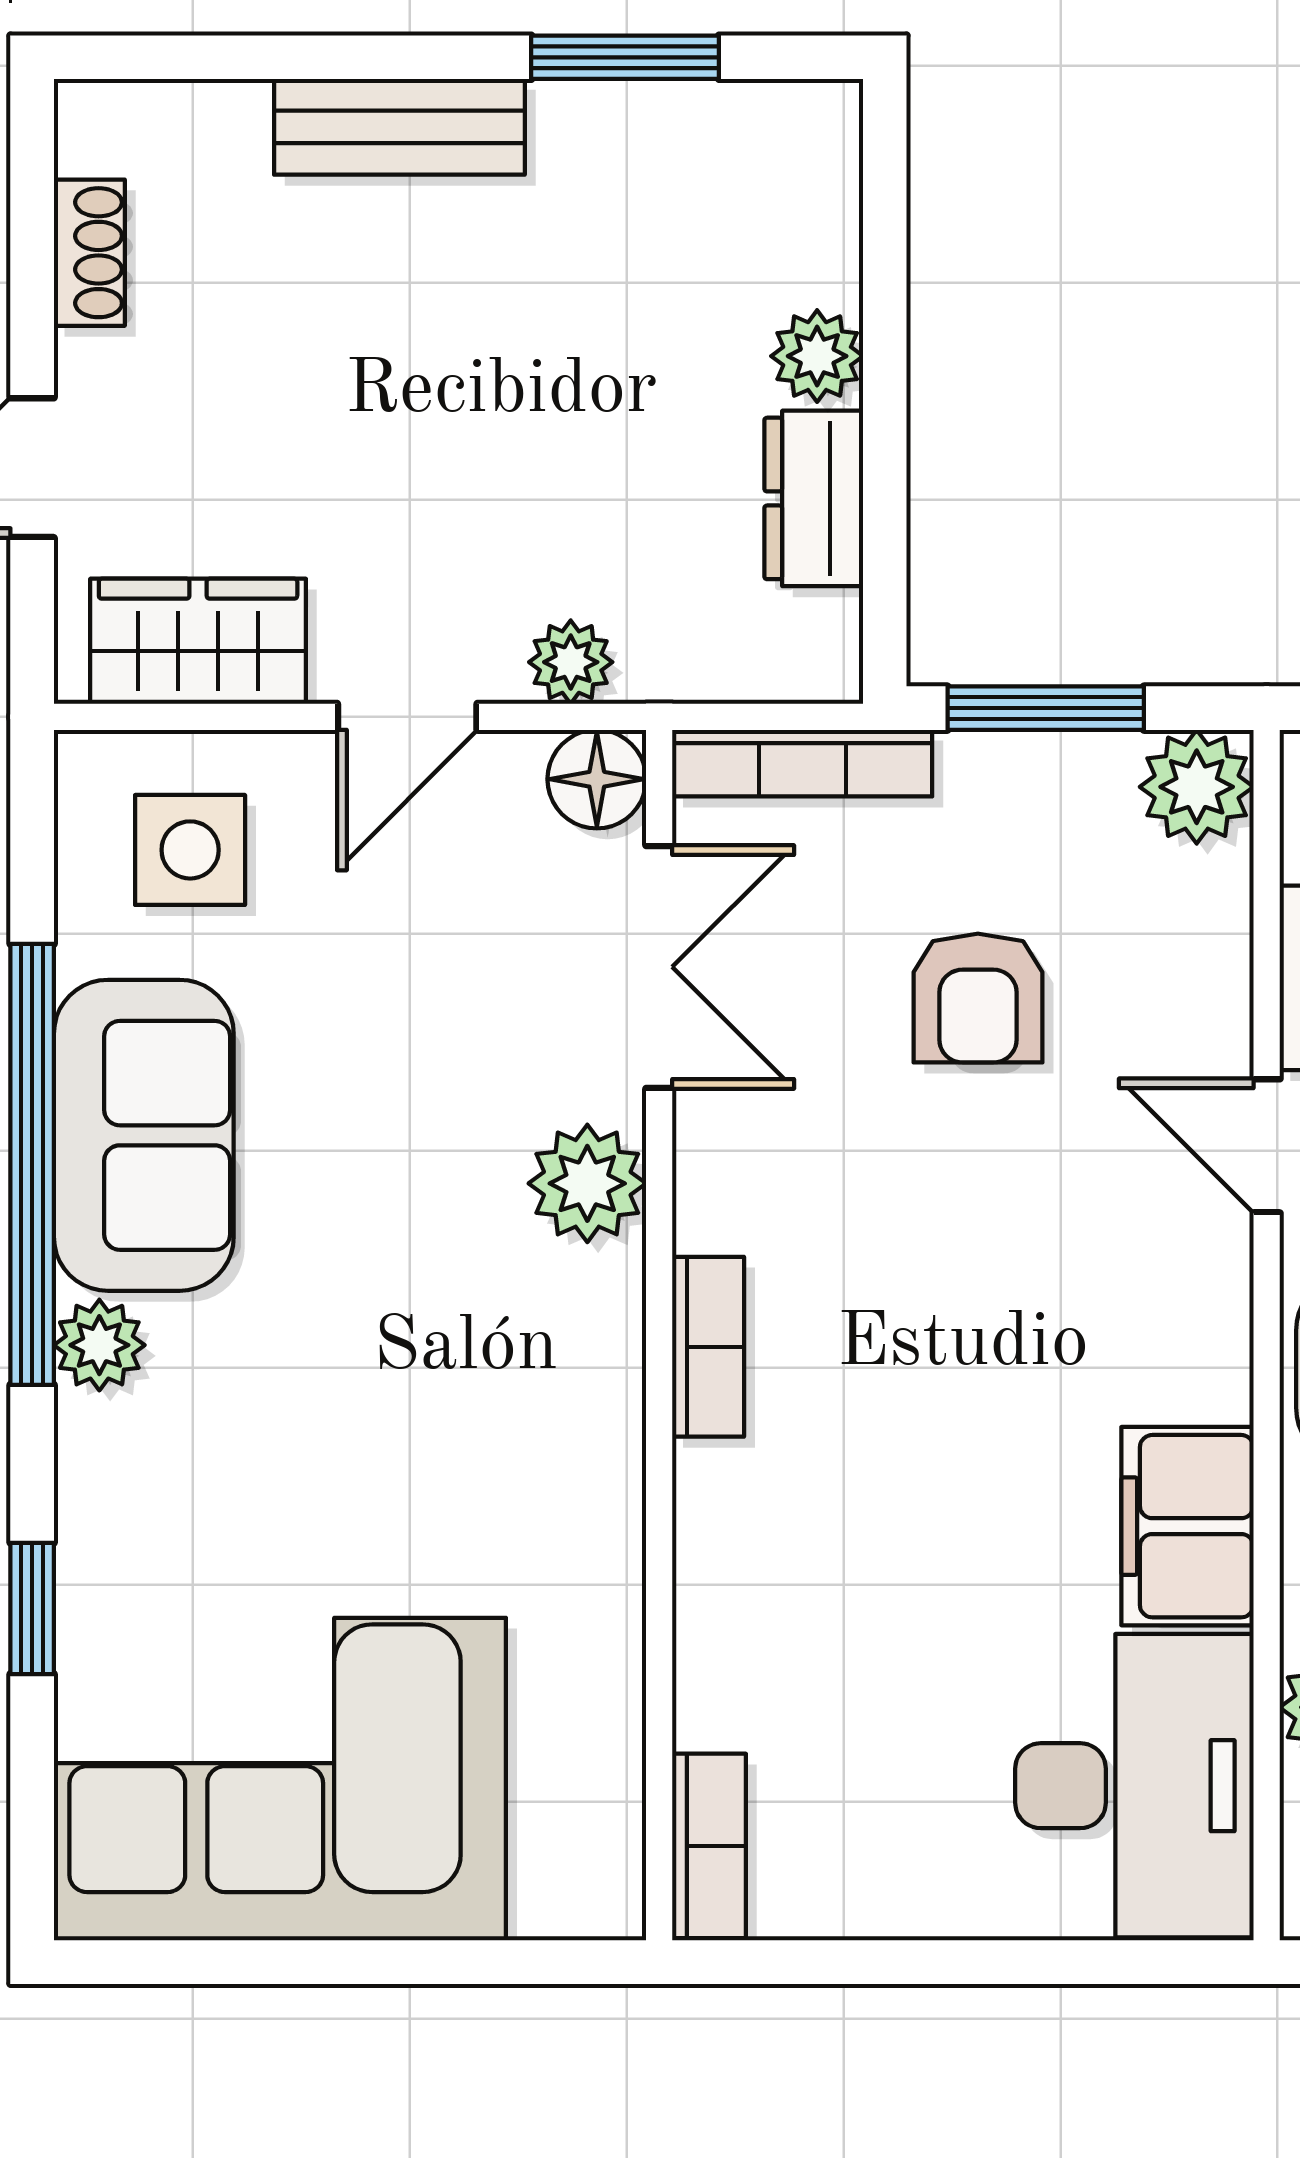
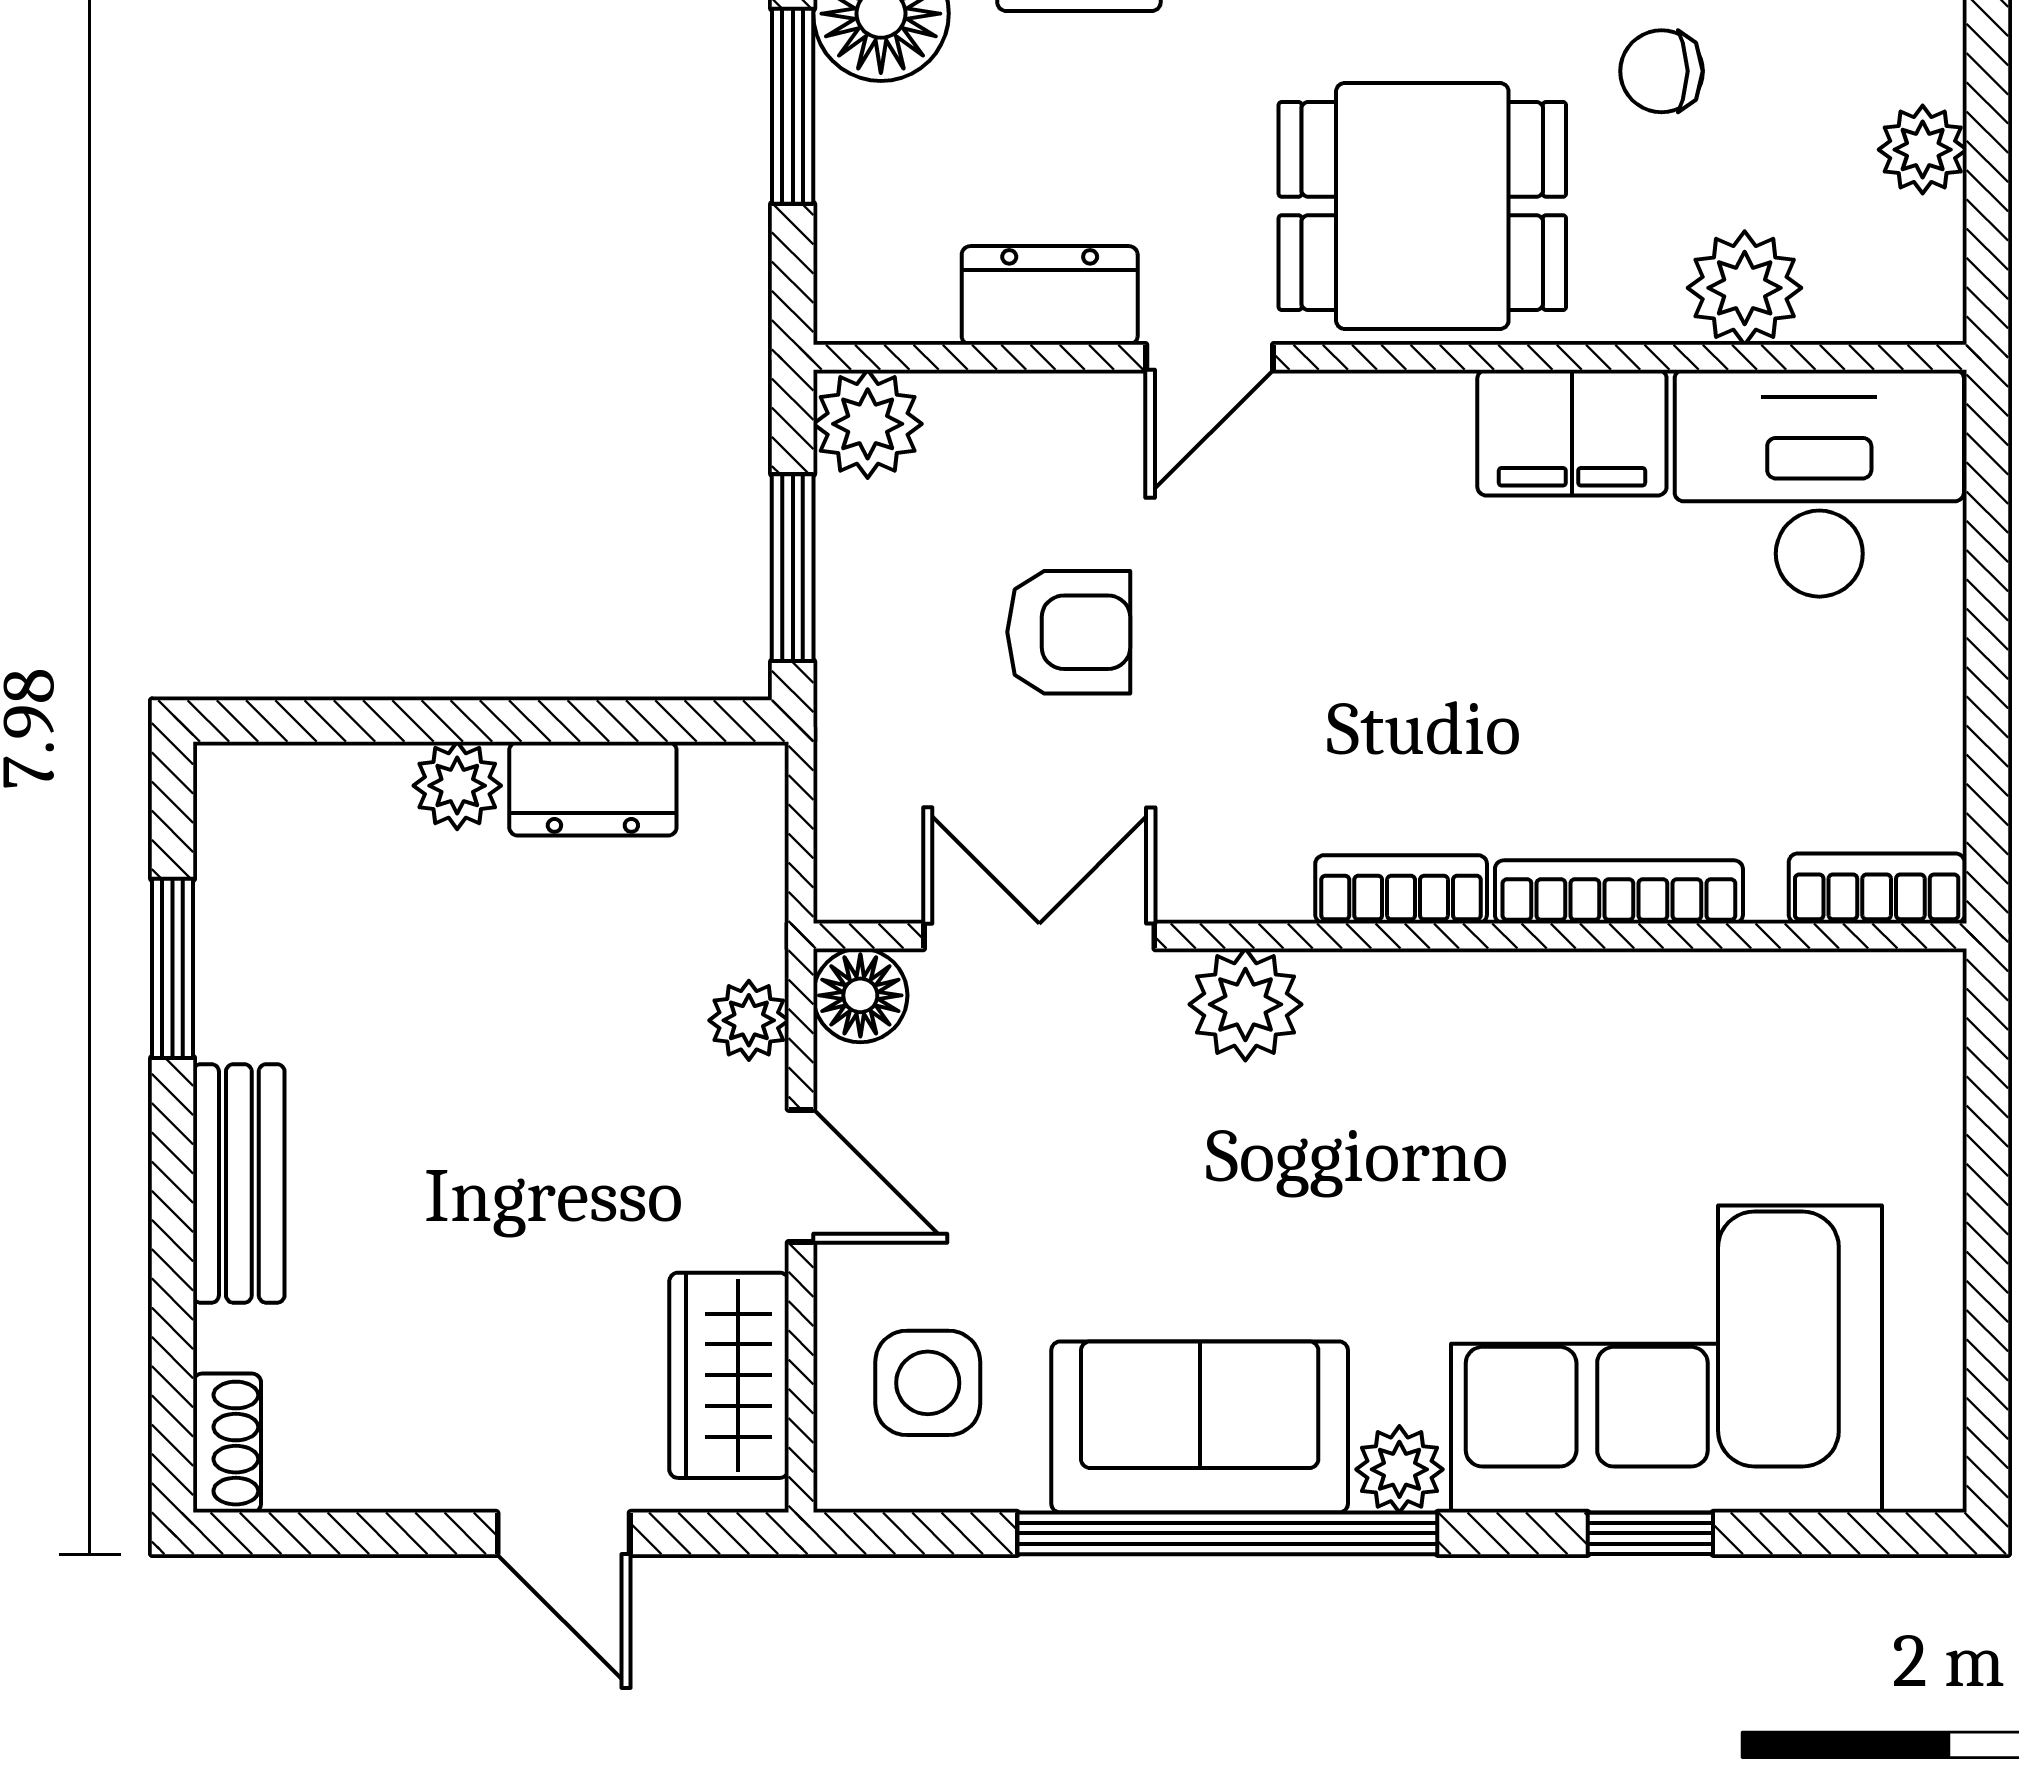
shoe rack: (89, 253) -> (227, 1443), moved, turned 90
bookcase: (802, 763) -> (1619, 892), moved, turned -90
corner sofa: (280, 1779) -> (1666, 1359), moved, turned 90

